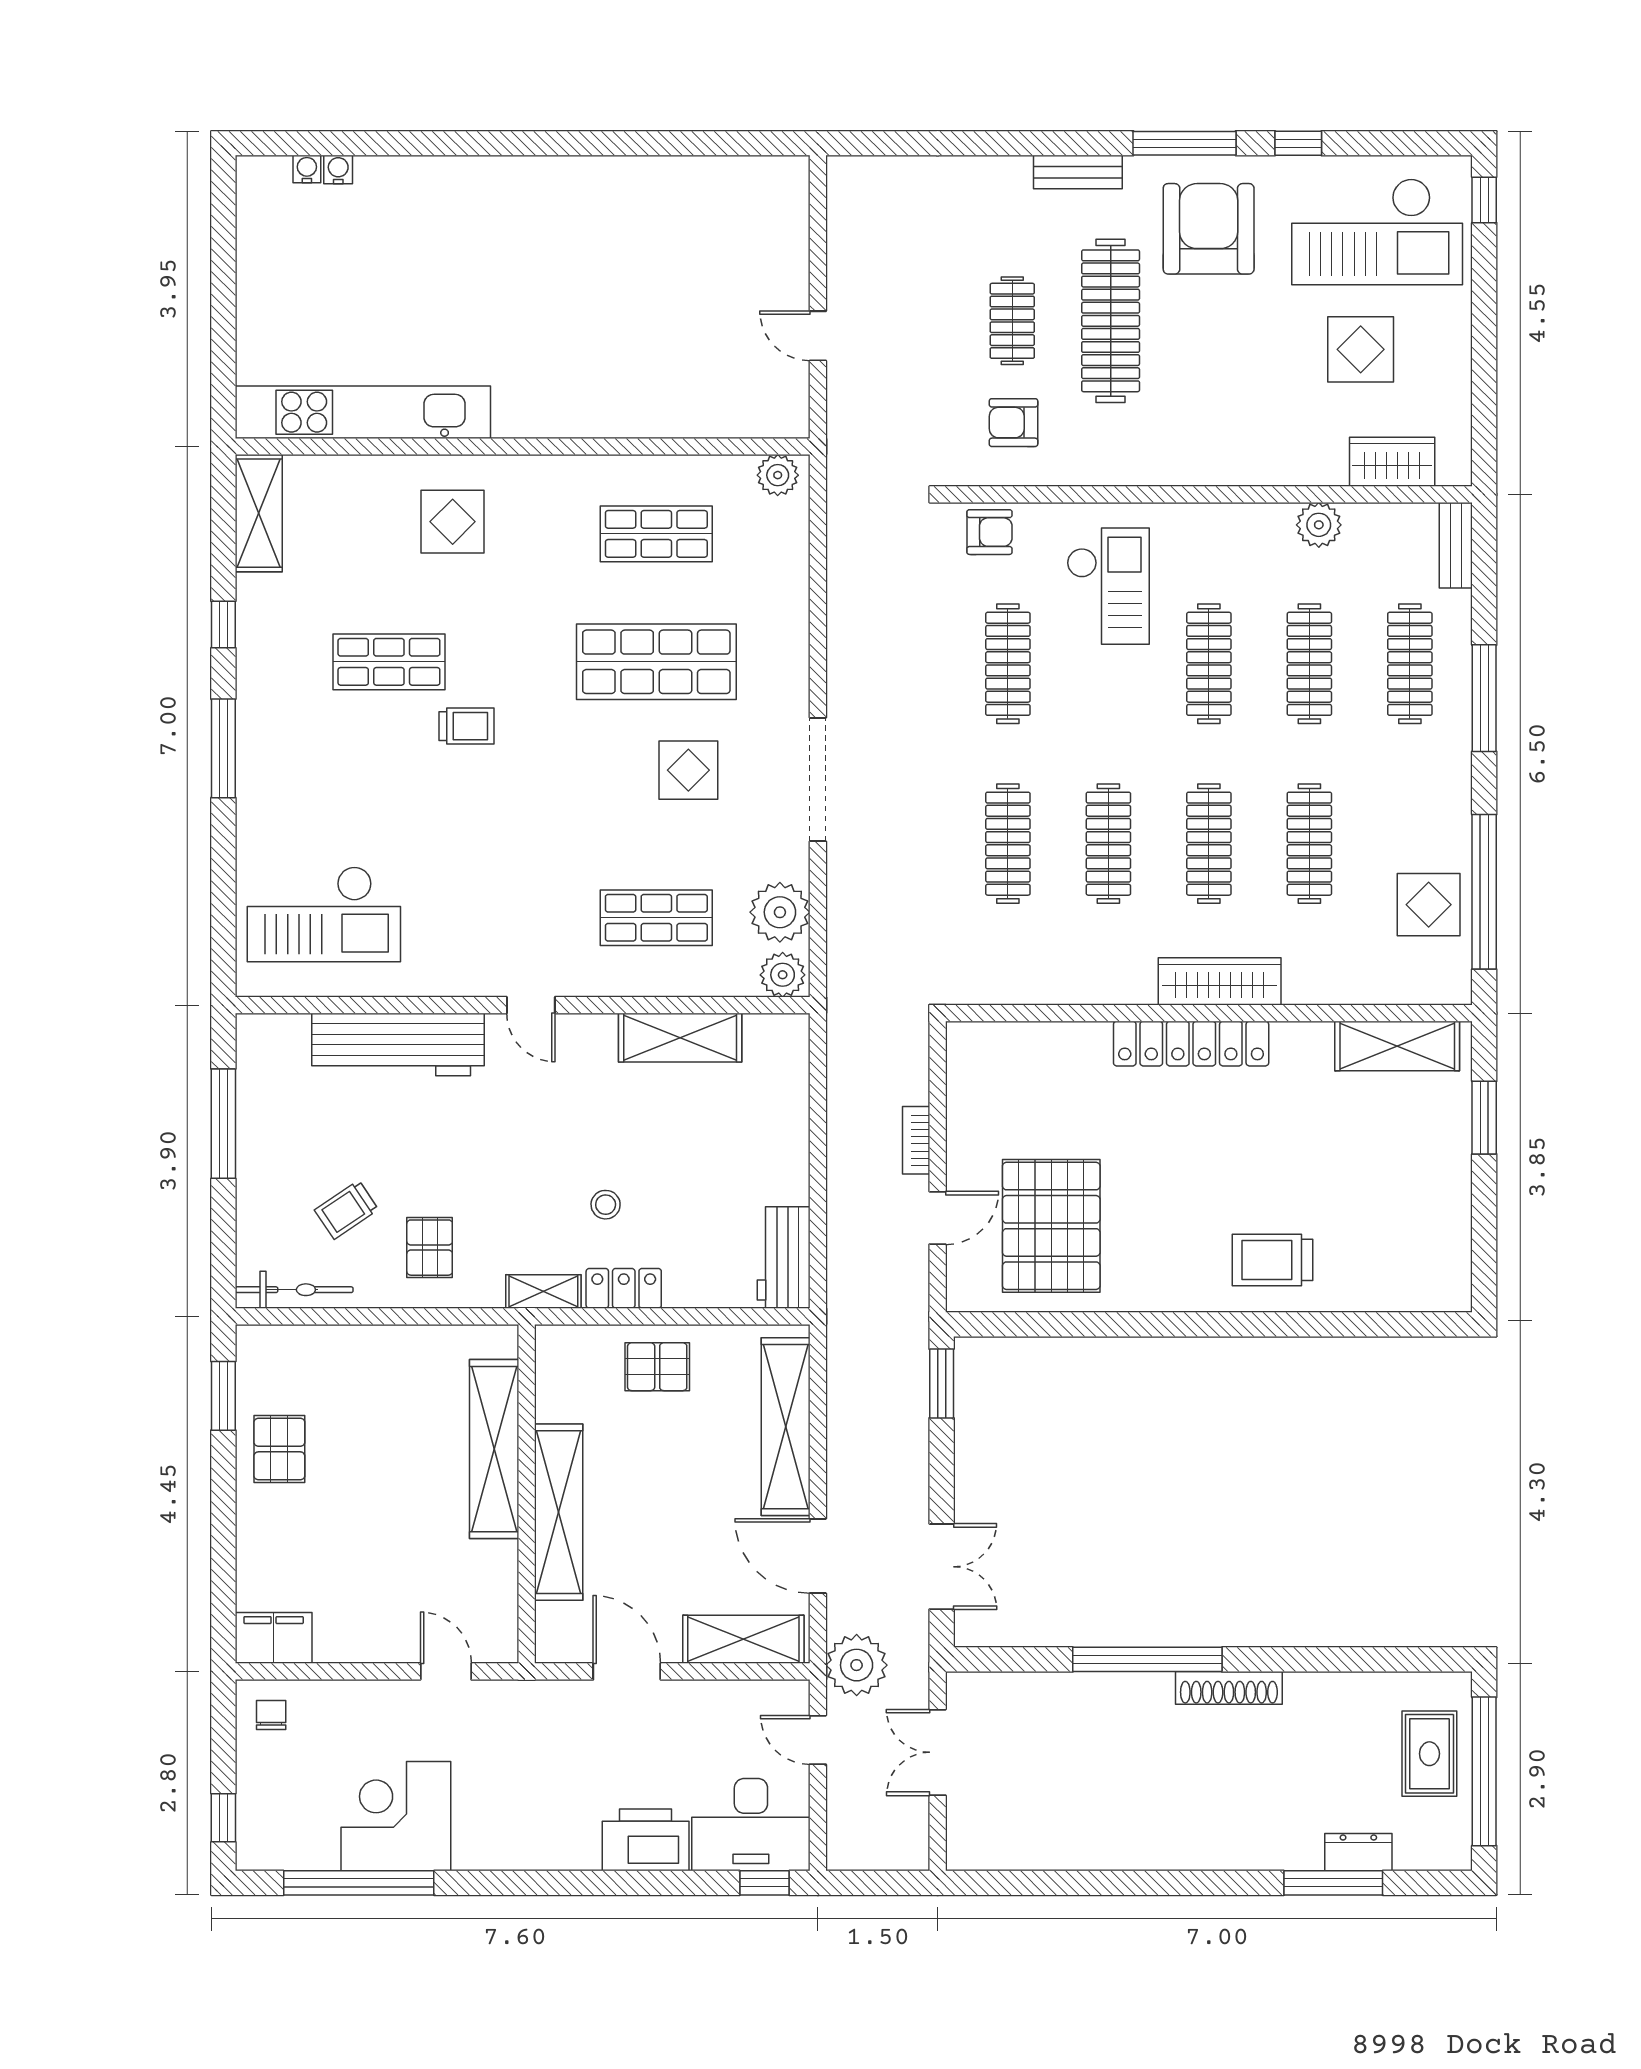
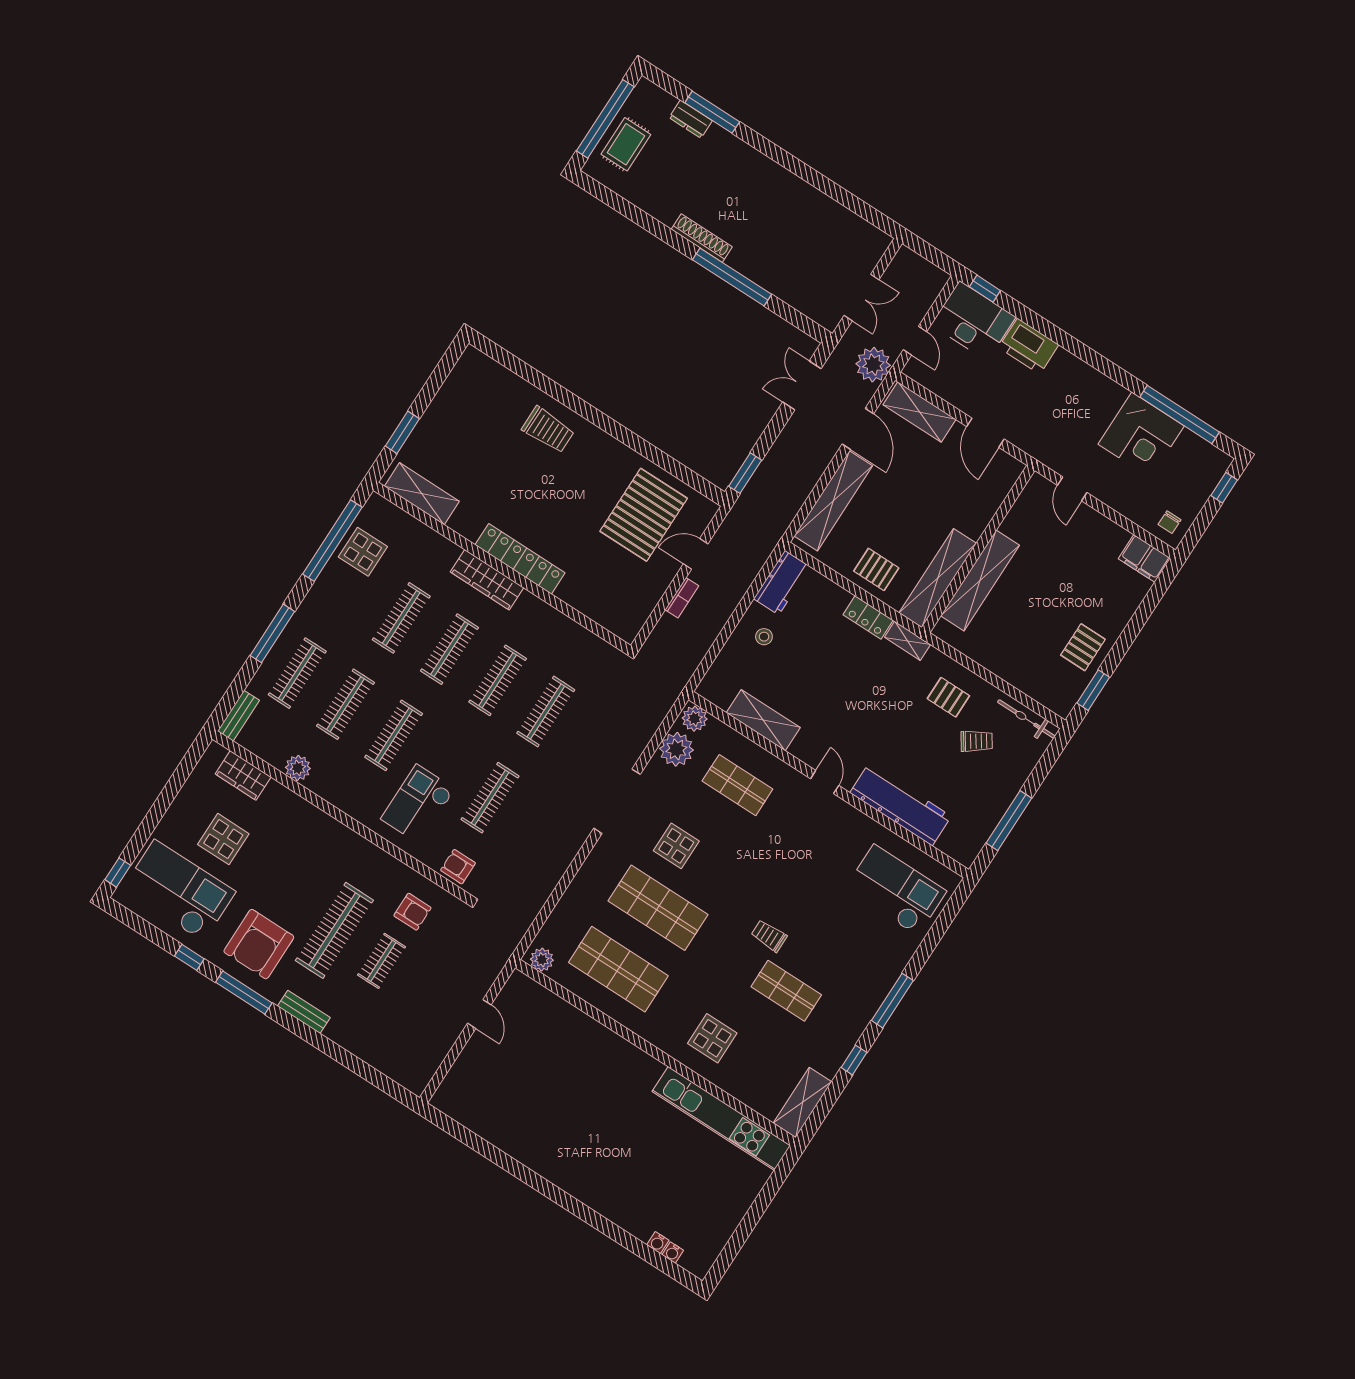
shop shelf: (656, 534) -> (618, 969), width x1.43, depth x1.36
stool: (606, 1205) -> (764, 637), moved
pallet: (430, 1248) -> (948, 697), turned 90
shelving: (559, 1512) -> (938, 578), moved

